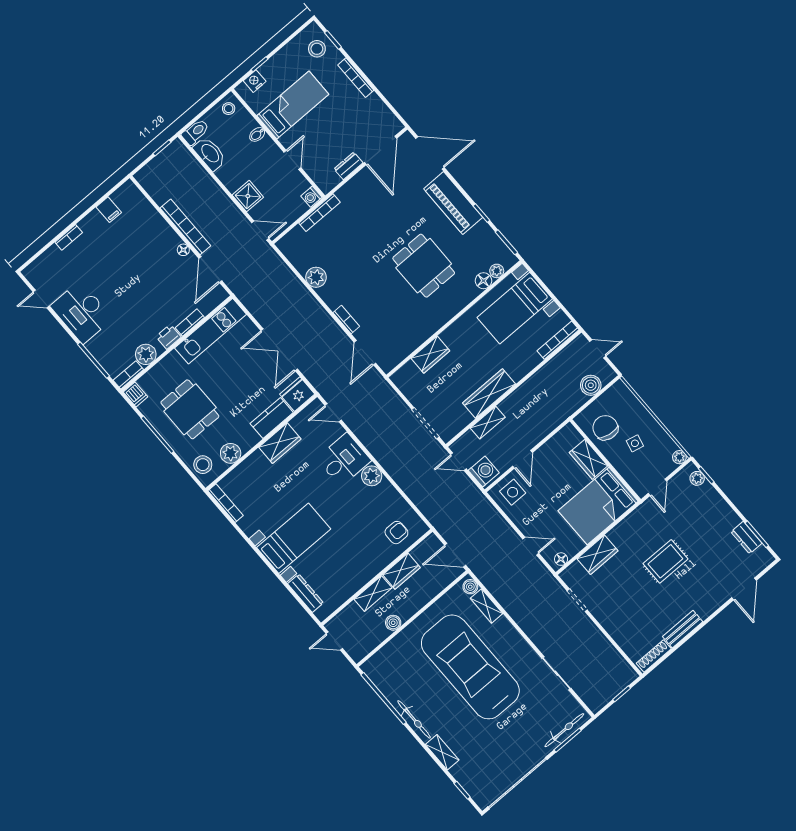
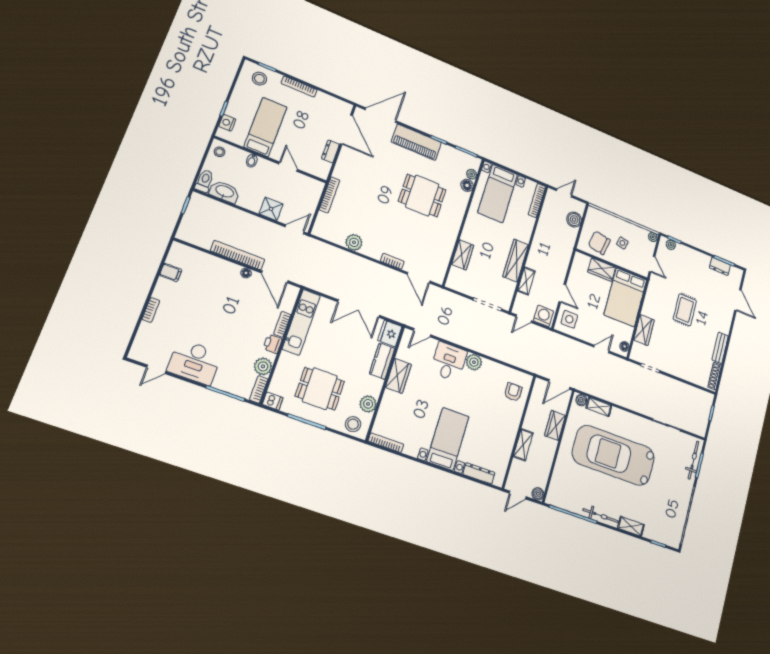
washing machine: (311, 197) -> (317, 186), removed
wardrobe: (401, 571) -> (555, 425), moved, turned 180
boiler: (393, 623) -> (538, 494), moved

